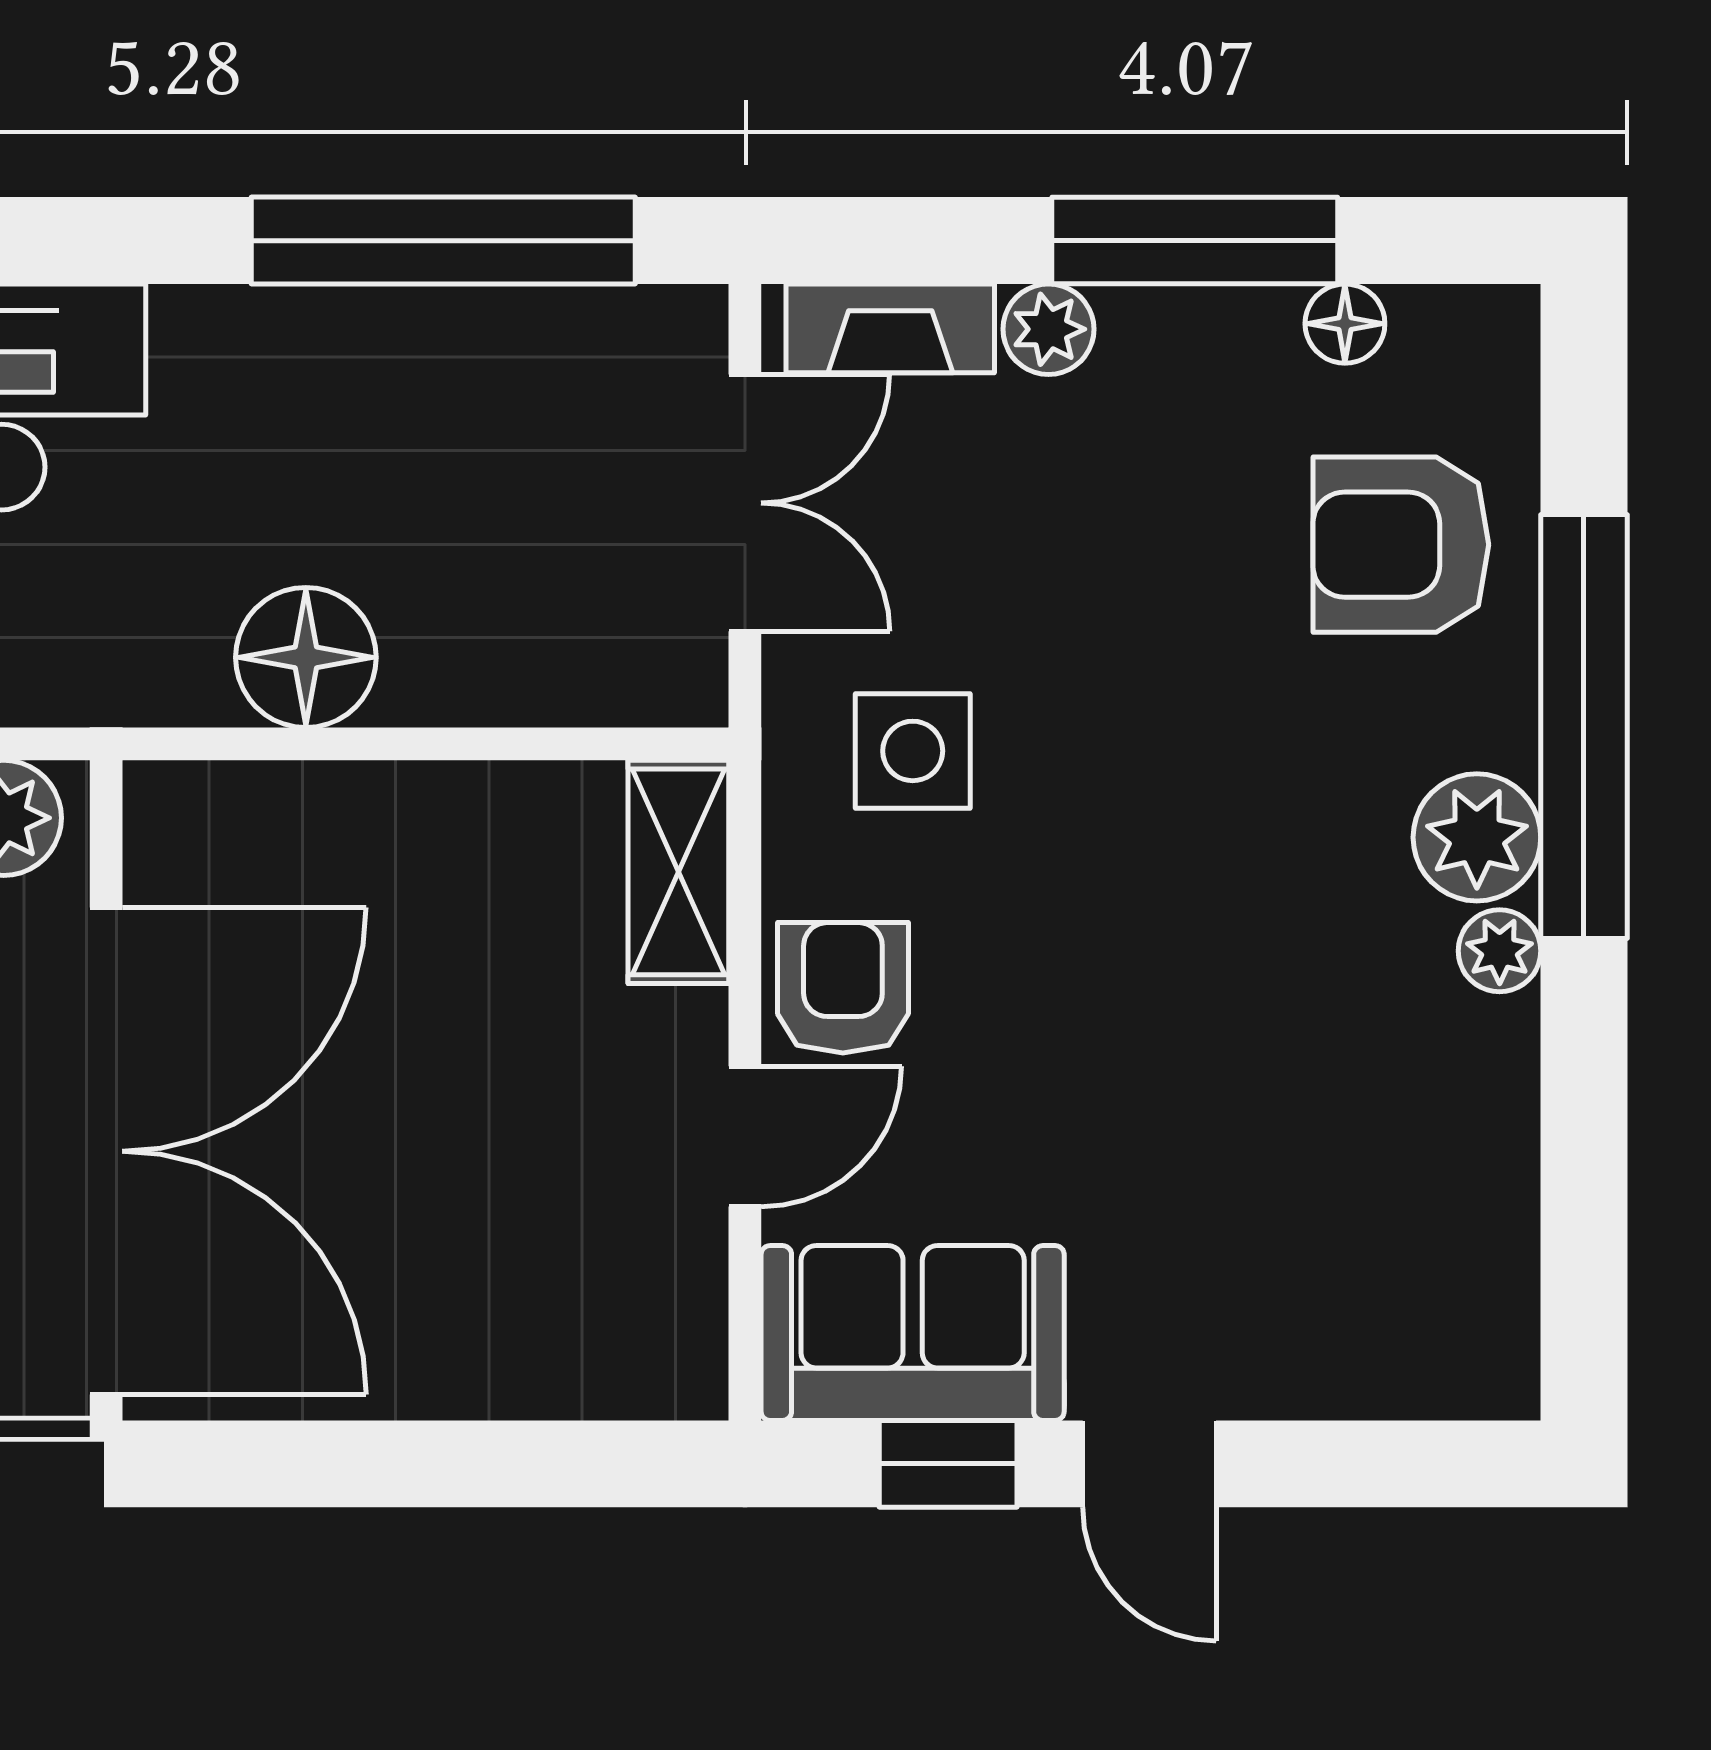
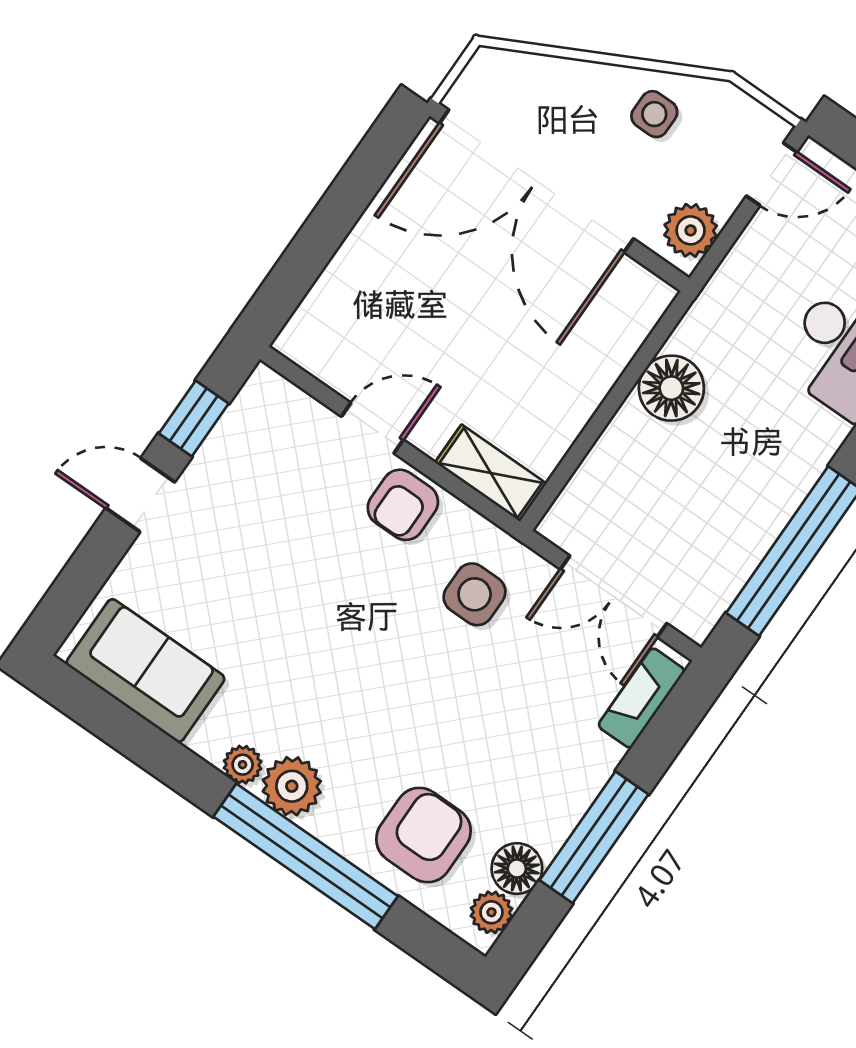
floor lamp: (1345, 324) -> (517, 869), width x1.37, depth x1.37
plant: (1048, 329) -> (491, 912), moved
armchair: (843, 988) -> (403, 505), turned 90
door: (745, 1136) -> (372, 428), swing flipped
sofa: (913, 1333) -> (145, 671), moved, turned -90

